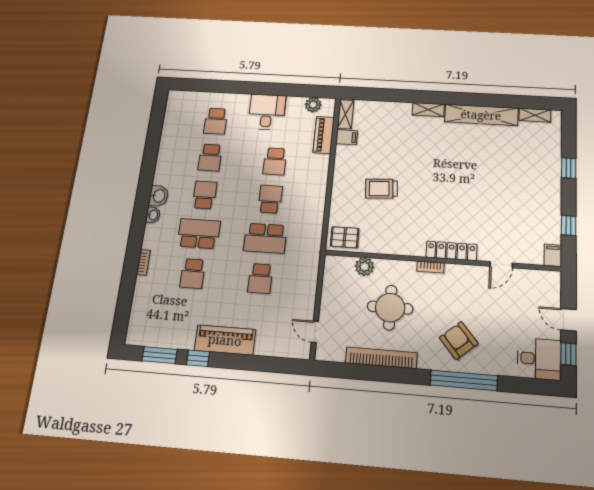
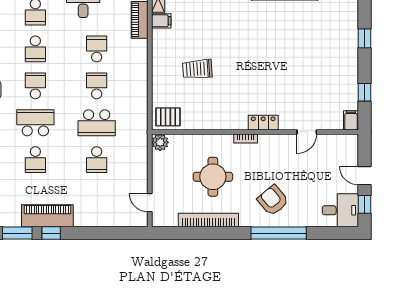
school desk: (275, 161) -> (97, 49), turned 180
locker: (451, 251) -> (263, 123), width x0.66
plant: (365, 267) -> (160, 142), moved
piano: (225, 340) -> (47, 216), moved

